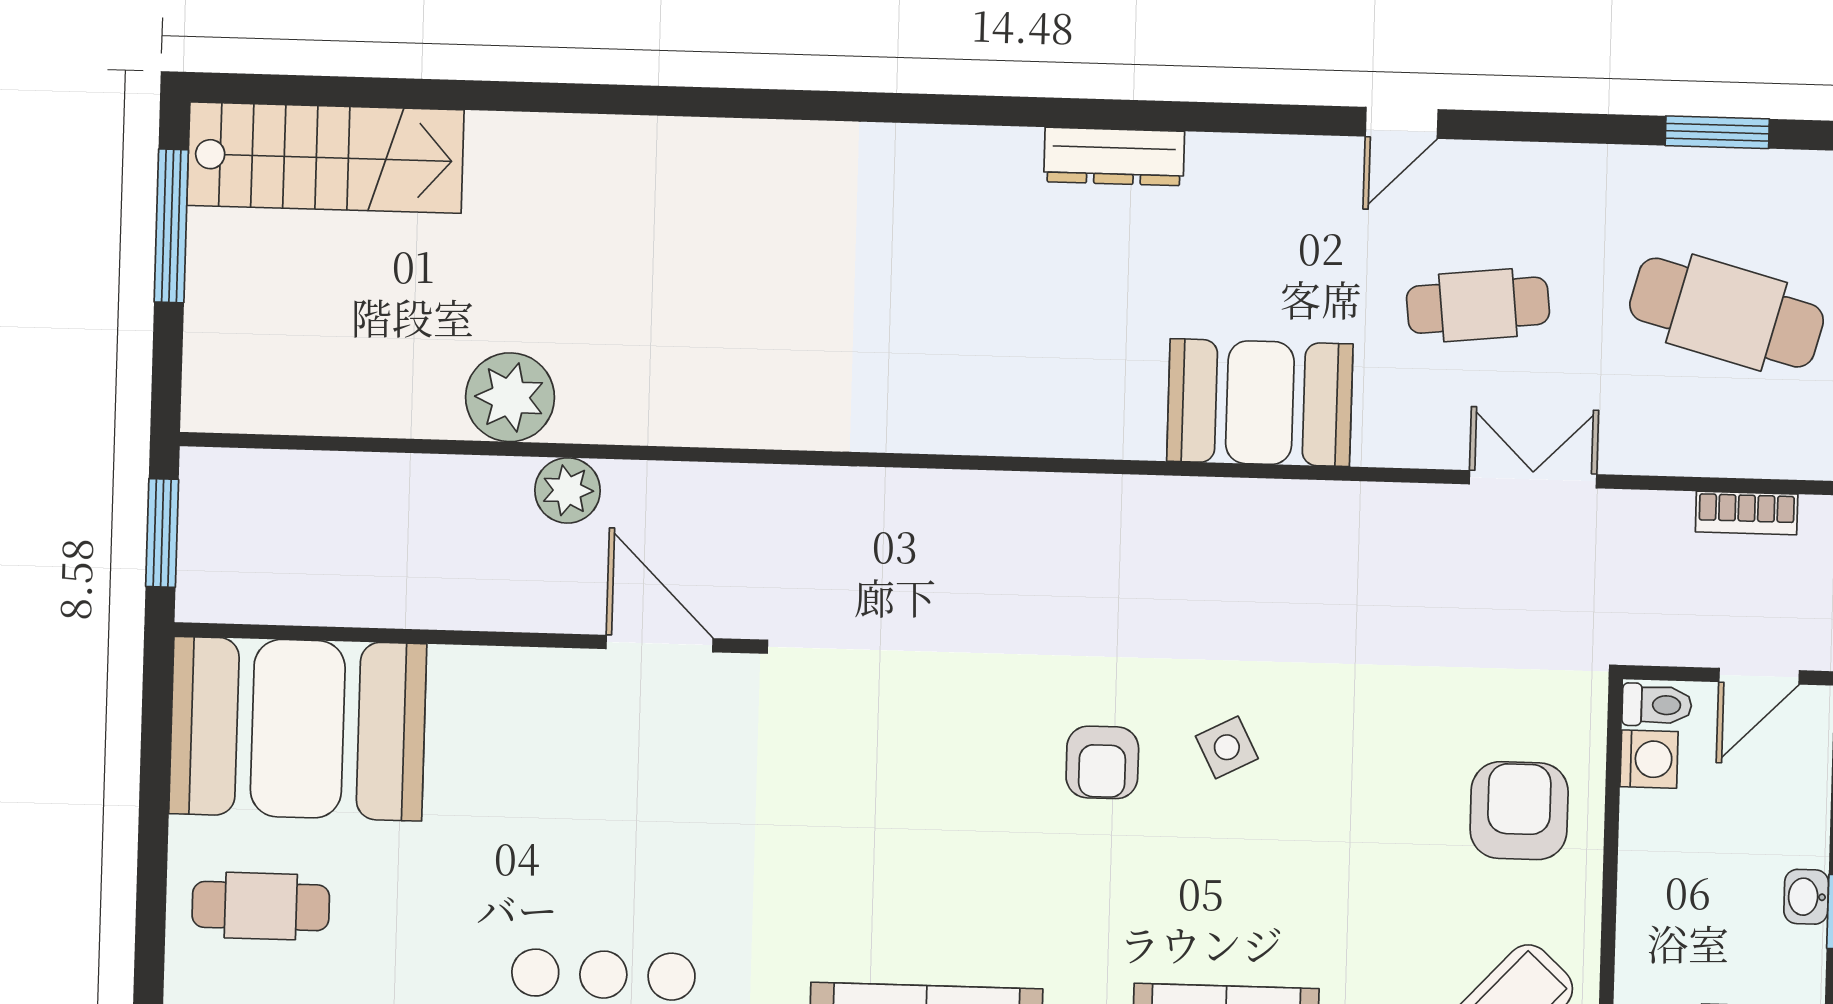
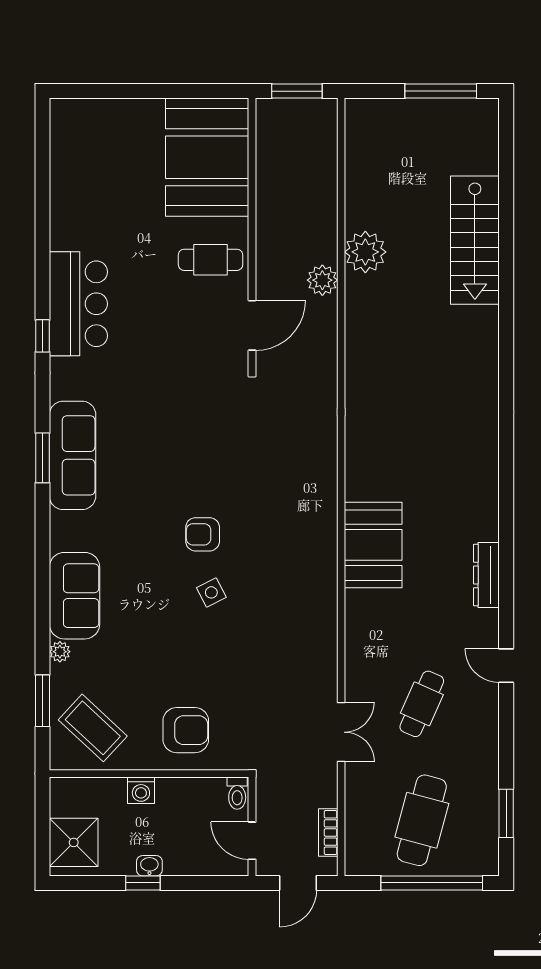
dresser: (1114, 157) -> (486, 575), moved
stairs: (325, 158) -> (475, 240), moved
cafe table: (1478, 305) -> (422, 704), turned 30
booth: (1260, 403) -> (373, 545), moved
washing machine: (1649, 759) -> (141, 790), moved
cafe table: (261, 906) -> (211, 260), moved, turned 90

